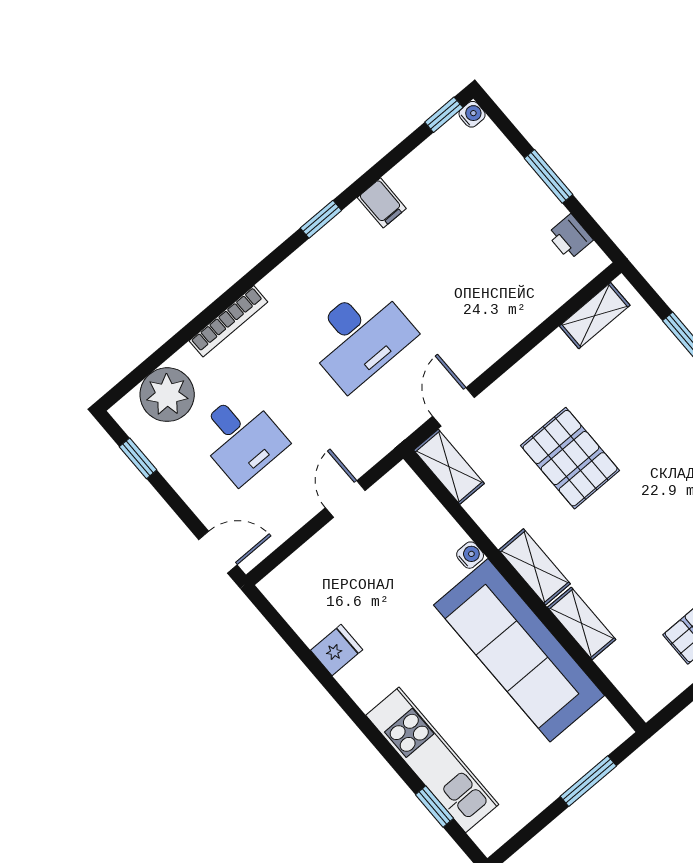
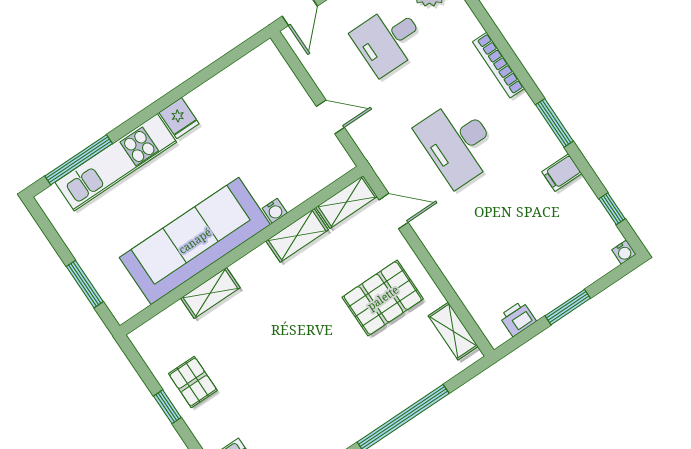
window: (444, 115) -> (612, 209), moved
window: (321, 219) -> (554, 123), width x1.50
bookcase: (228, 321) -> (498, 65), moved
pallet: (570, 458) -> (383, 298), moved
shelving: (535, 567) -> (297, 235), moved
fridge: (337, 650) -> (179, 118), moved
window: (434, 807) -> (79, 160), width x2.17

